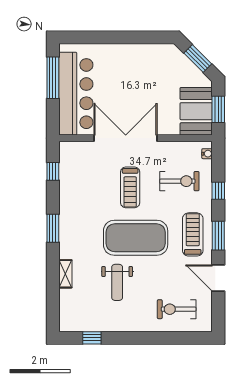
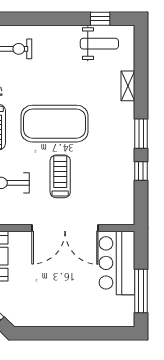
bar counter: (76, 94) -> (117, 263), width x0.73
window: (53, 171) -> (141, 171), moved
weight bench: (117, 282) -> (99, 44), moved, turned 90

